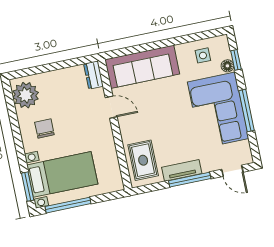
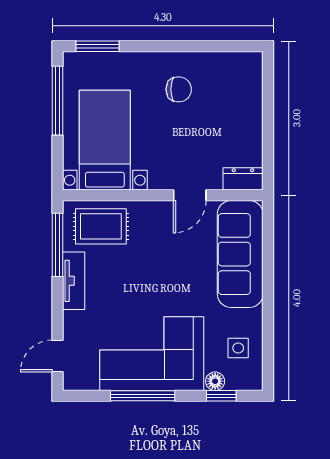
plant: (26, 95) -> (234, 72), removed
bed with nightstands: (62, 174) -> (105, 140), moved, turned 180
window: (190, 180) -> (57, 245), moved

